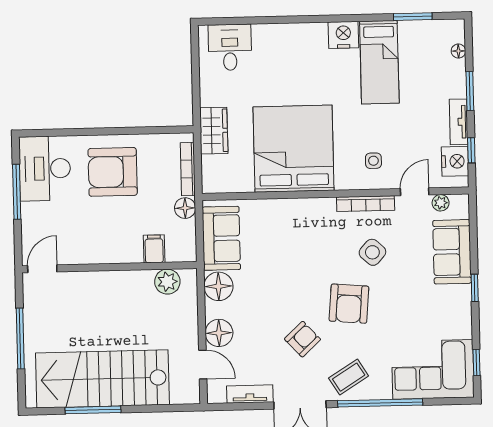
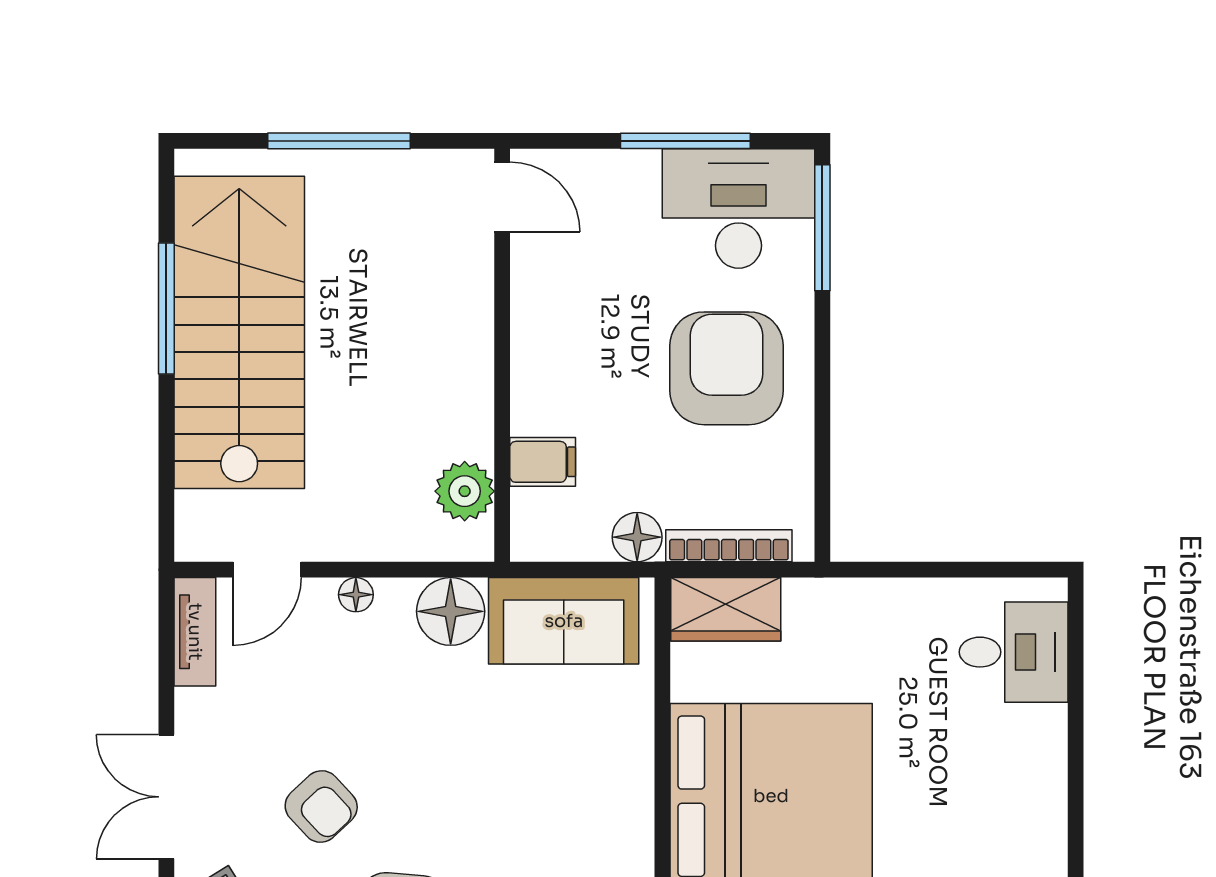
wardrobe: (214, 131) -> (726, 609), moved
window: (52, 133) -> (822, 228), added
floor lamp: (219, 333) -> (356, 595), width x0.53, depth x0.53
tv unit: (250, 394) -> (195, 632), moved

